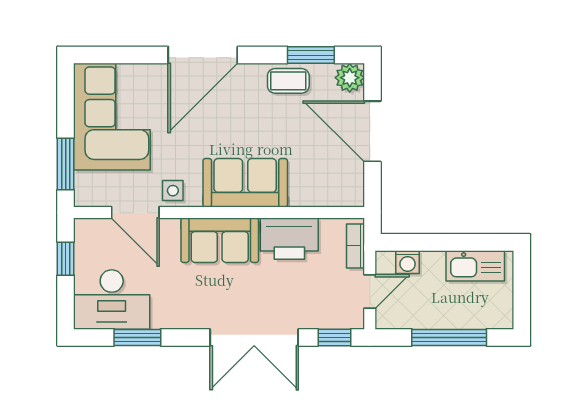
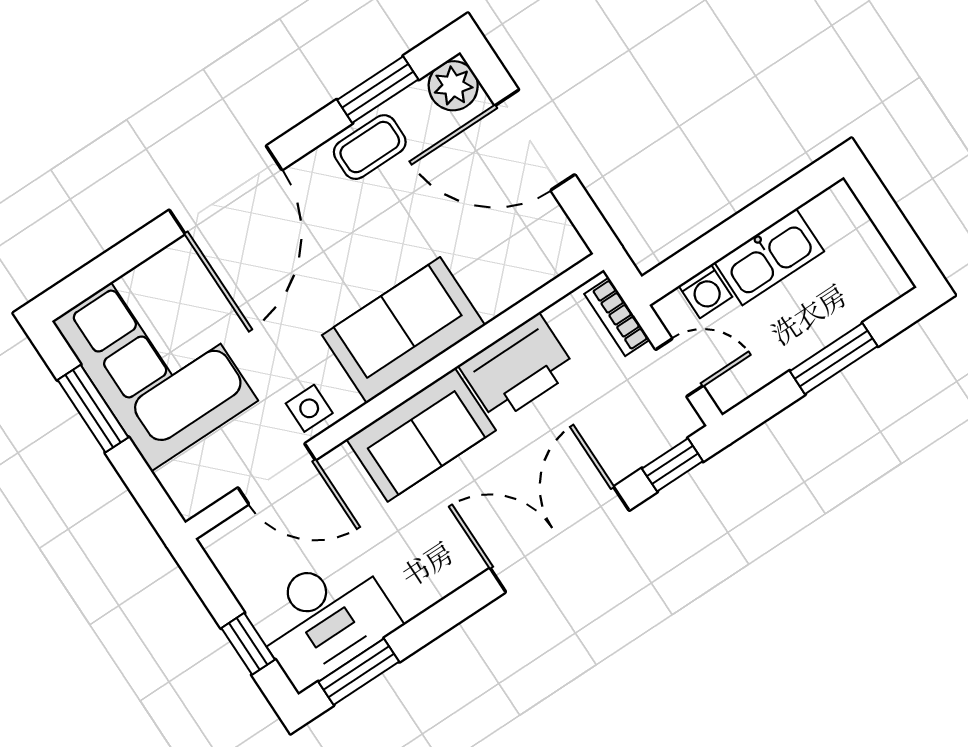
window: (66, 164) -> (93, 409), moved
window: (66, 259) -> (248, 644), moved
kitchen sink: (475, 266) -> (769, 257), moved
door: (370, 291) -> (679, 368), hinge flipped
window: (137, 337) -> (359, 672), moved
double door: (254, 337) -> (560, 539), swing flipped
window: (449, 337) -> (834, 359), width x0.69

